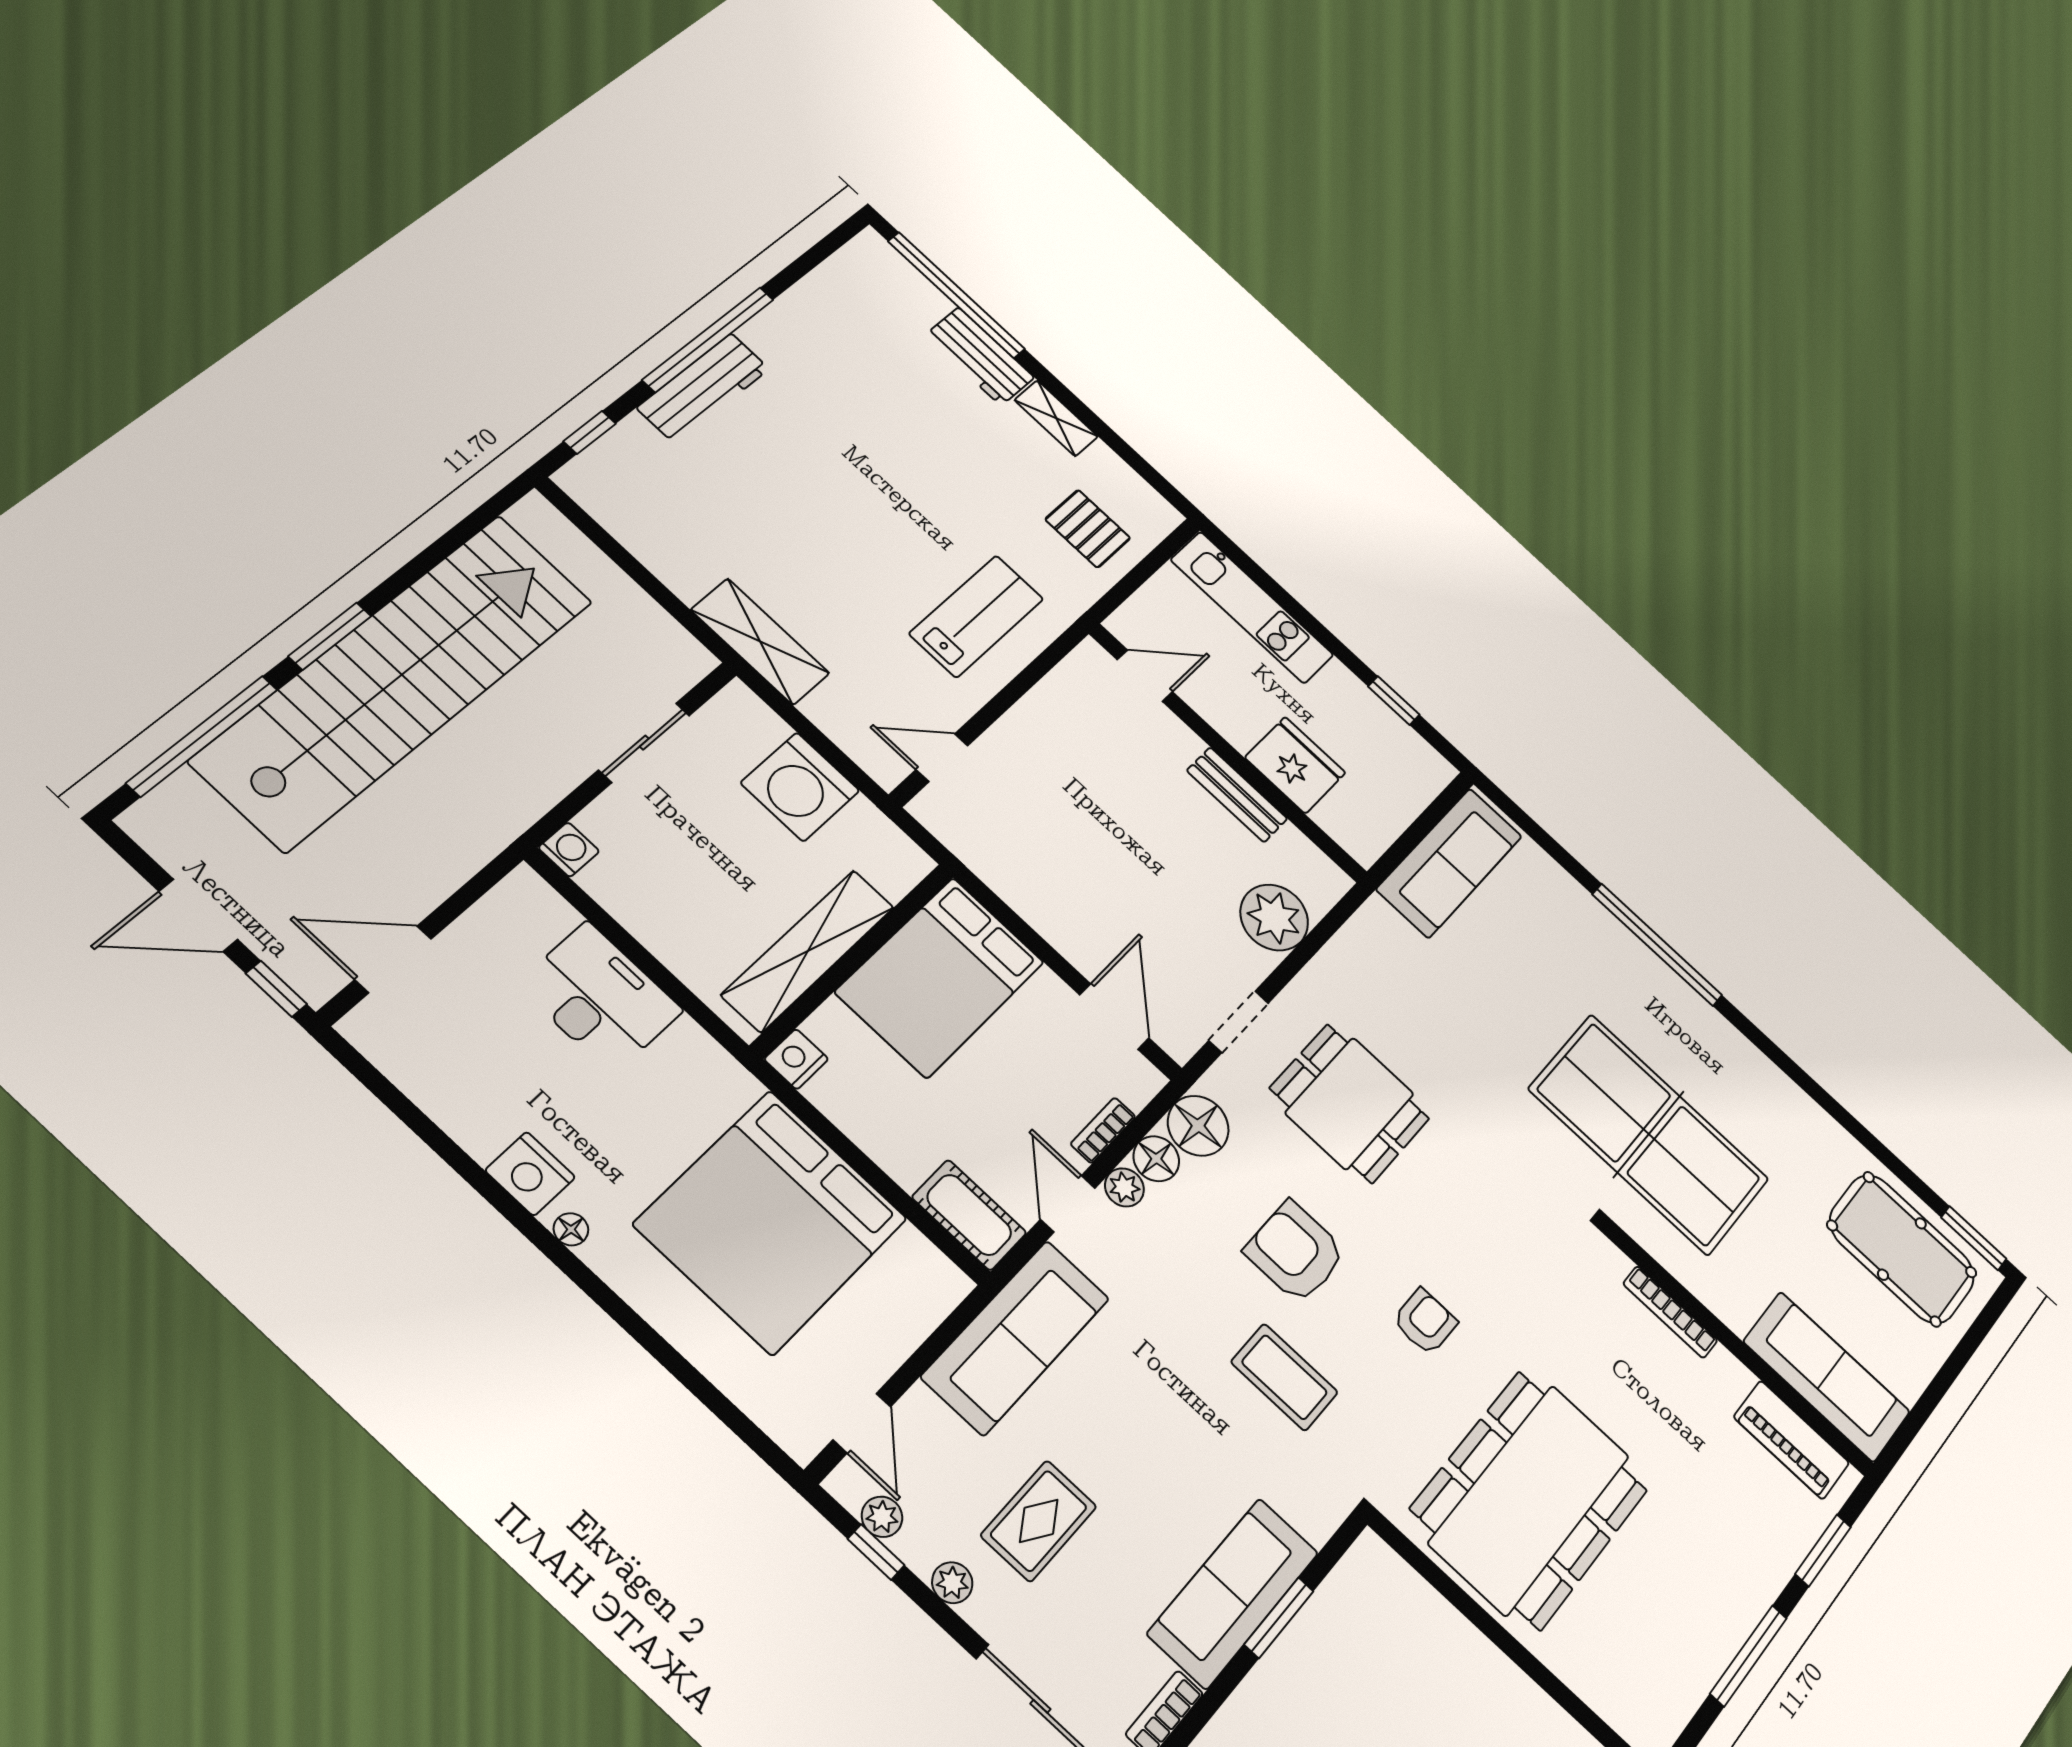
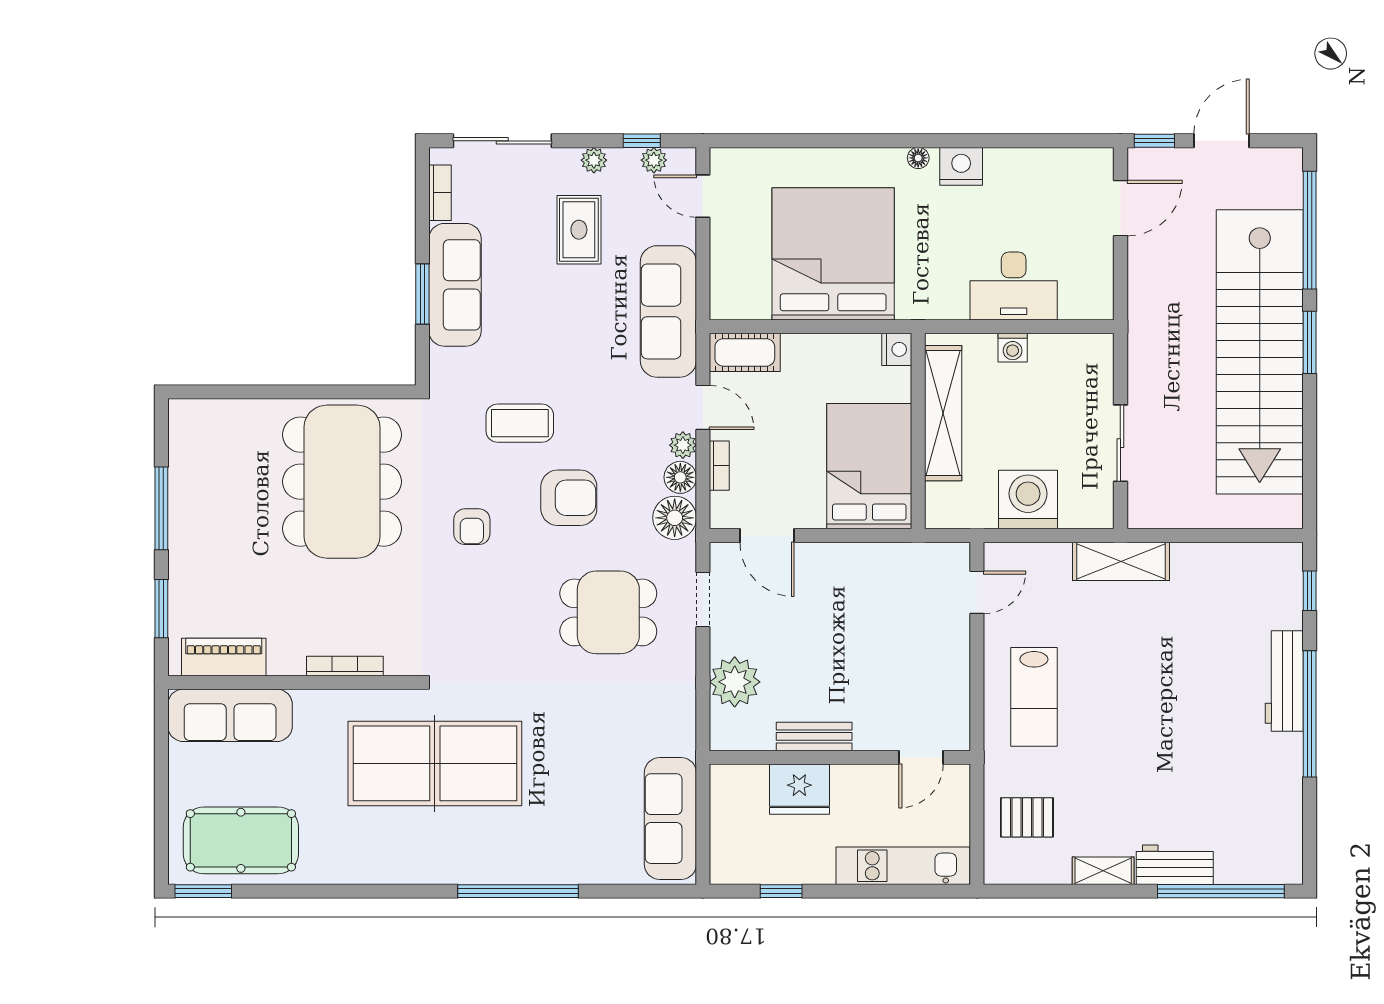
washing machine: (569, 850) -> (1013, 348), moved

